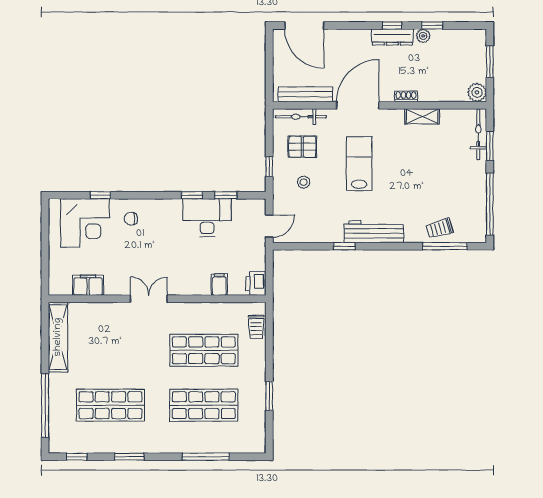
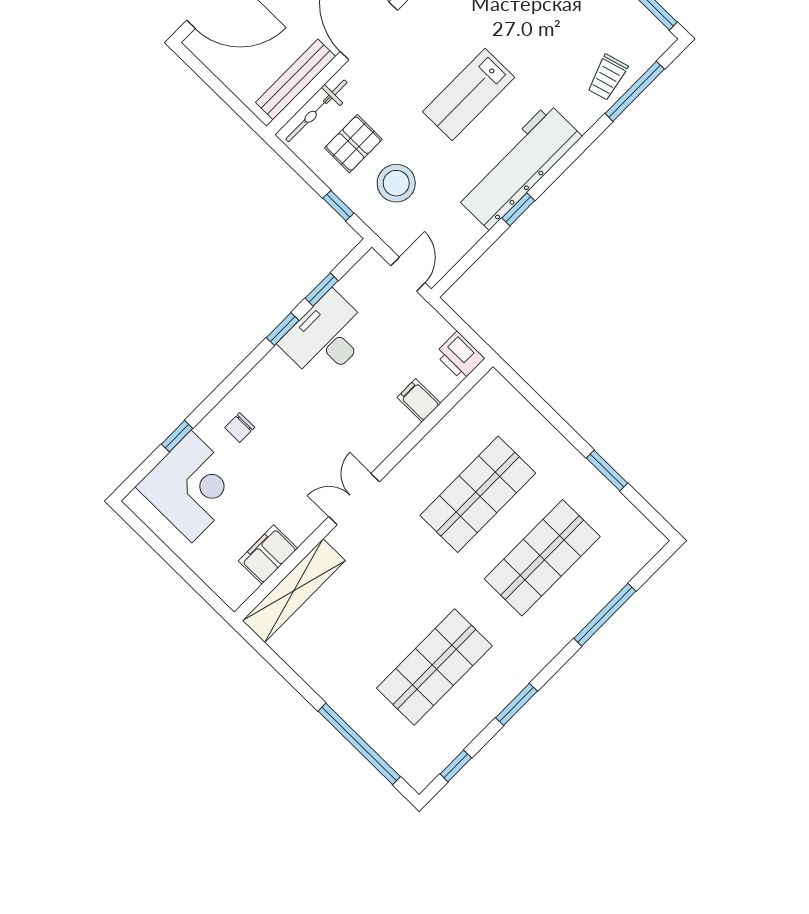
lab bench: (359, 164) -> (469, 94), moved, turned -90
stool: (304, 182) -> (396, 183), width x1.89, depth x1.89
workbench: (374, 232) -> (519, 167), width x1.36, depth x1.32
trolley: (256, 327) -> (511, 406), removed
shelving: (58, 337) -> (294, 591), moved, turned 90

